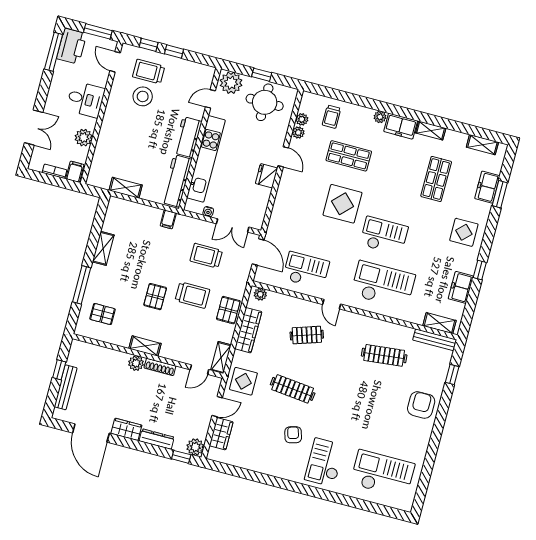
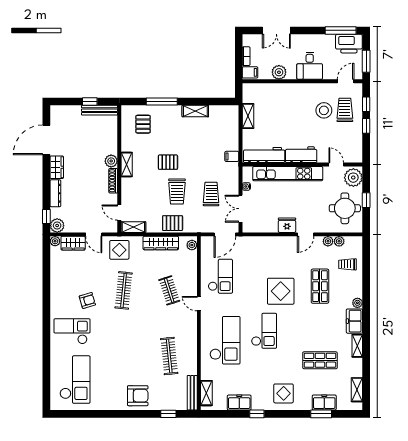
door: (332, 304) -> (199, 304), hinge flipped
bench: (66, 387) -> (99, 110), moved
plant: (213, 454) -> (55, 241), added

